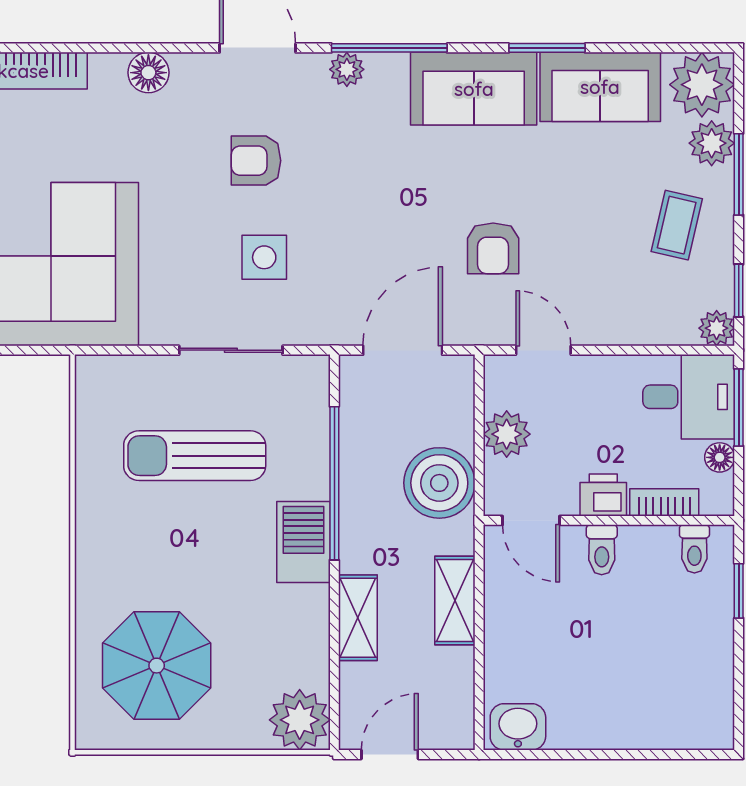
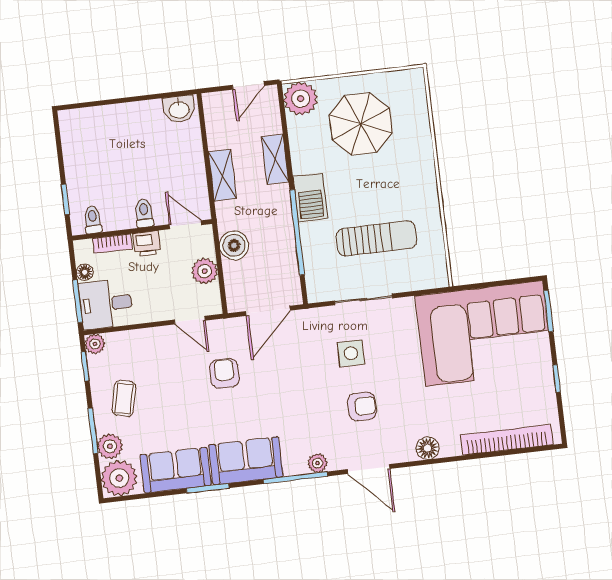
boiler: (439, 483) -> (234, 245), width x0.73, depth x0.73
parasol: (157, 666) -> (361, 124), moved

